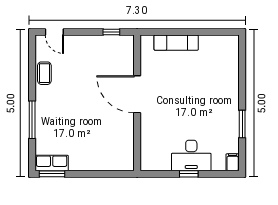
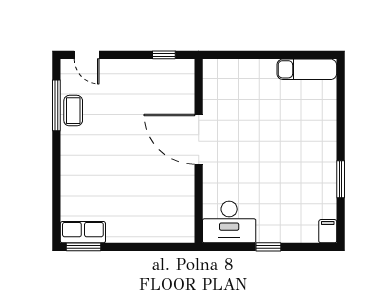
exam couch: (176, 43) -> (307, 69), moved
window: (32, 120) -> (56, 105), moved
desk: (191, 156) -> (229, 222), moved

